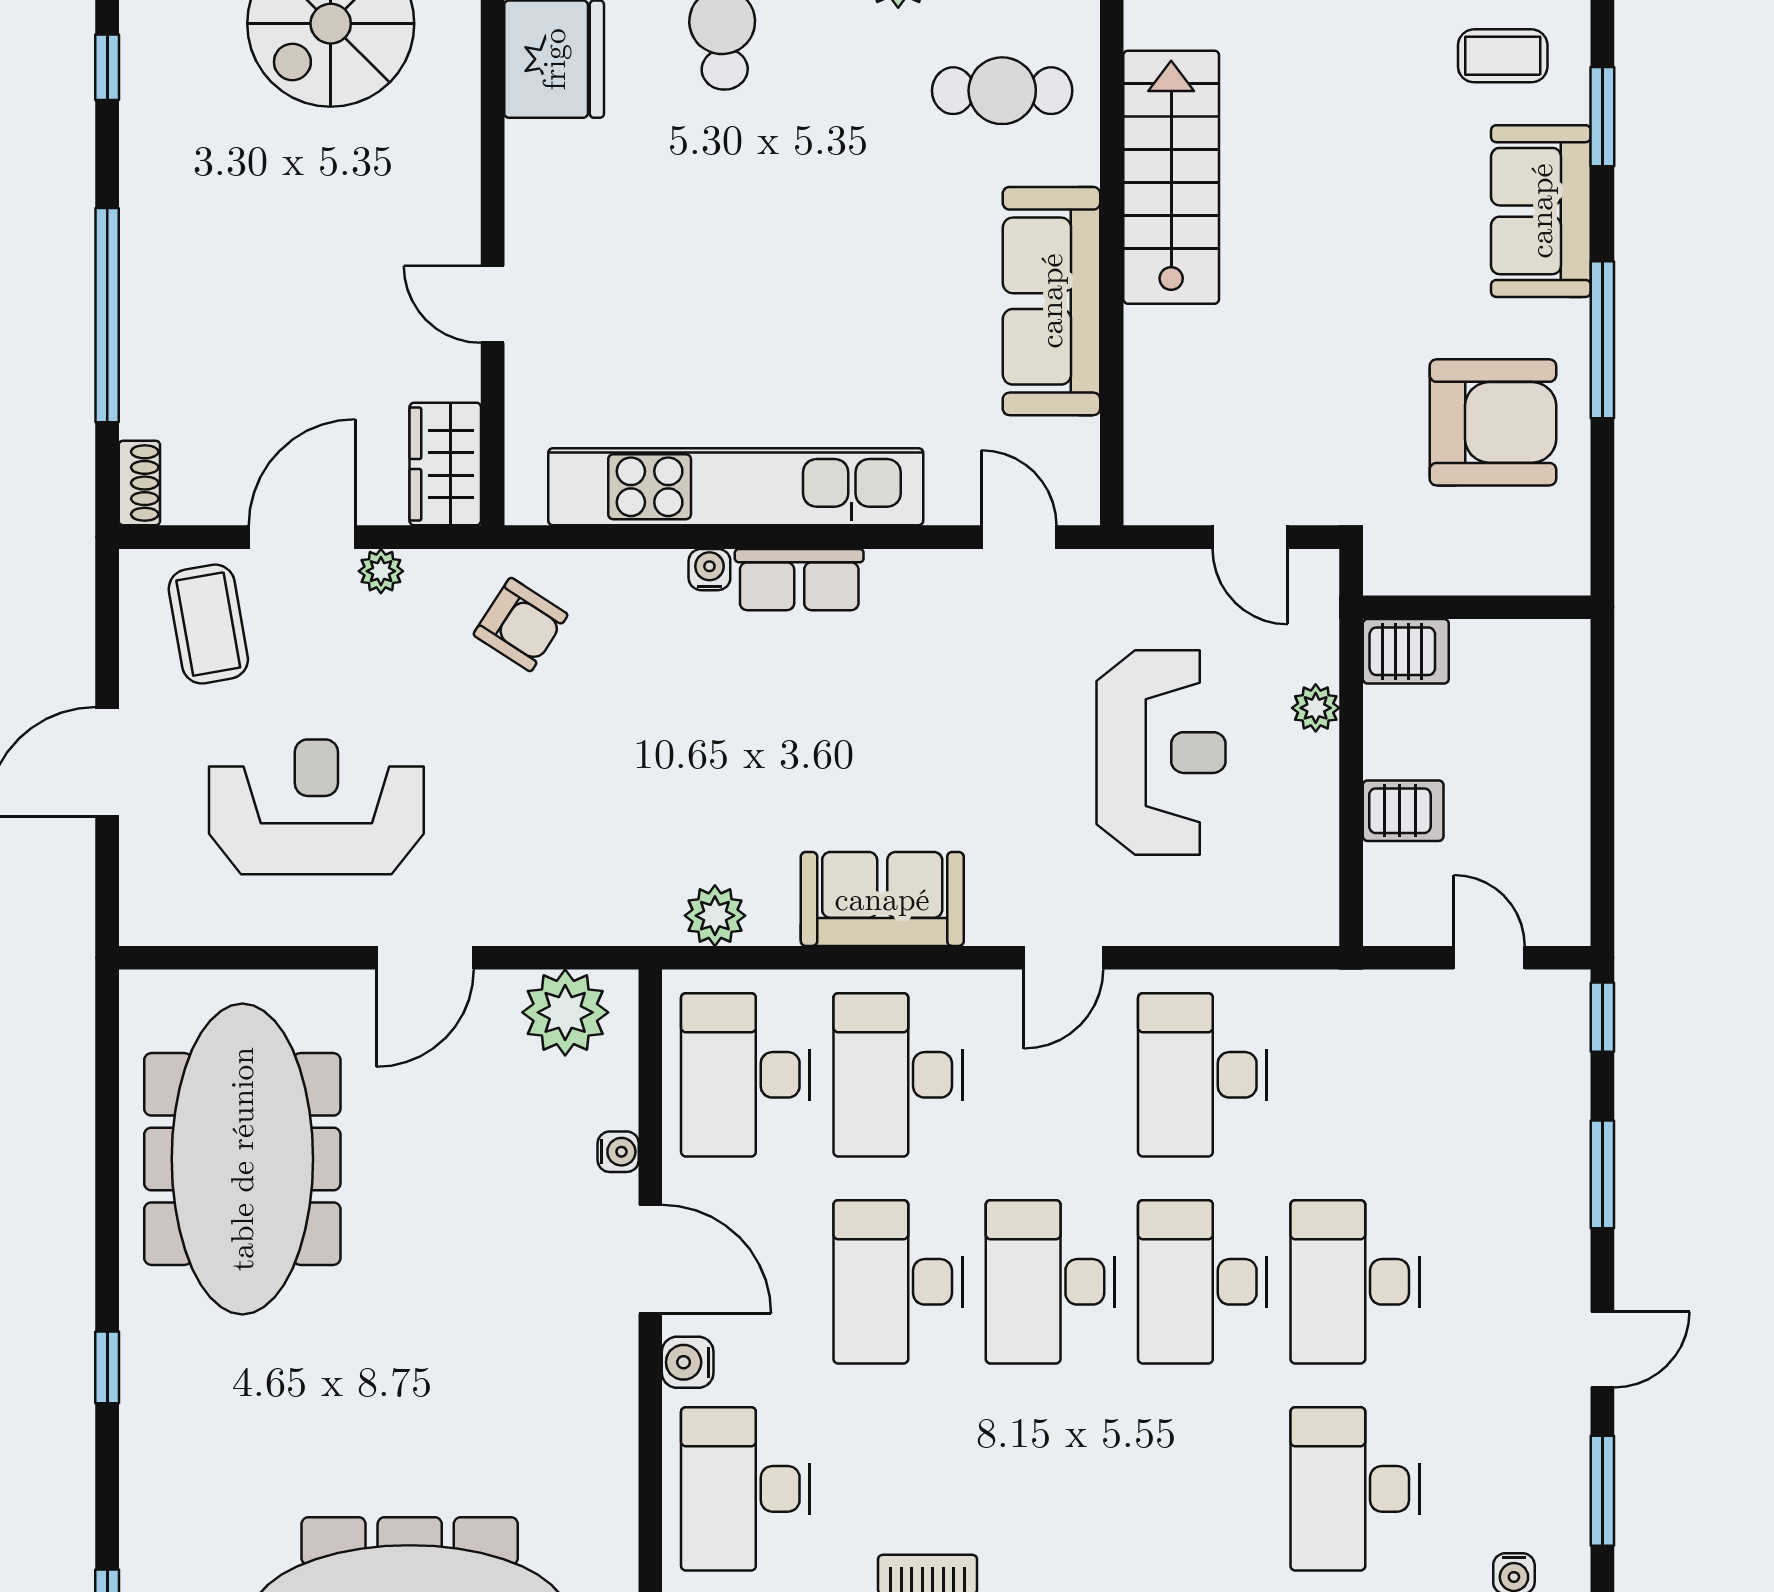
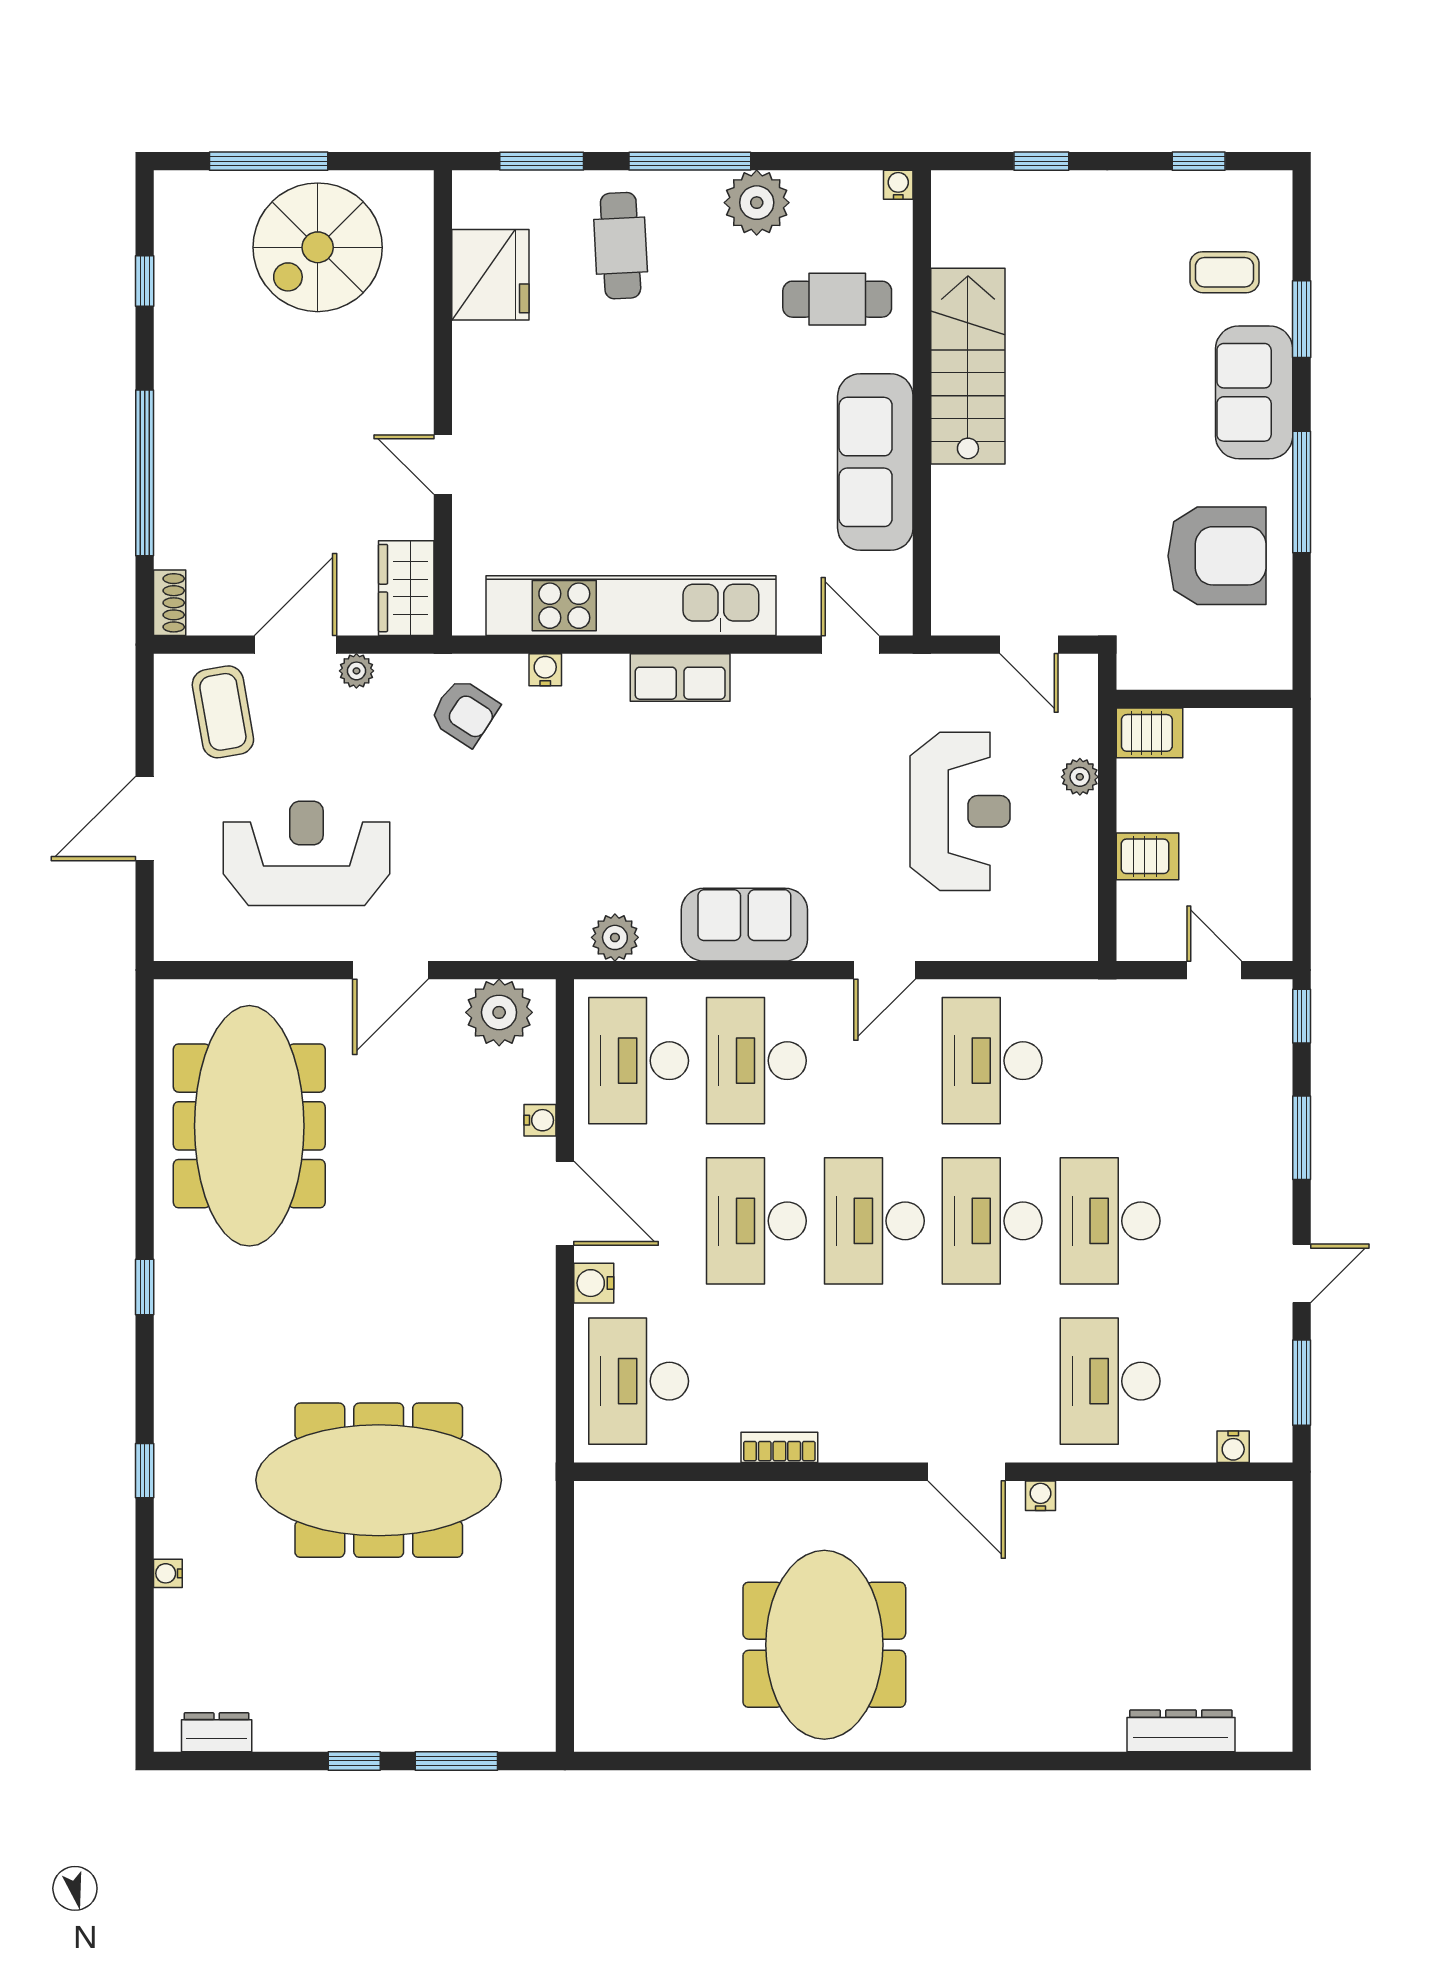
water cooler: (709, 570) -> (545, 670), moved

